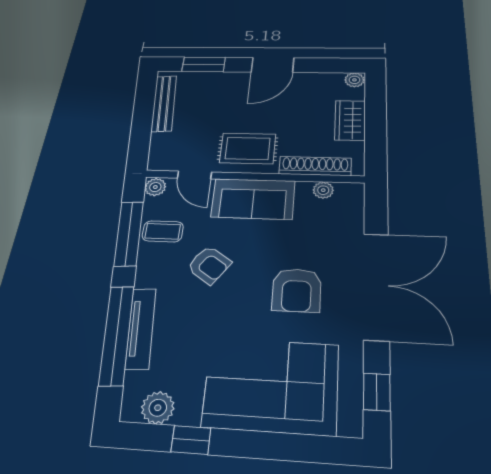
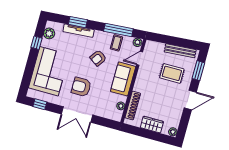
door: (273, 65) -> (190, 100), swing flipped
rug: (248, 148) -> (172, 73), moved, turned 90
double door: (376, 285) -> (77, 115), width x0.73
window: (117, 335) -> (78, 22), width x0.47

